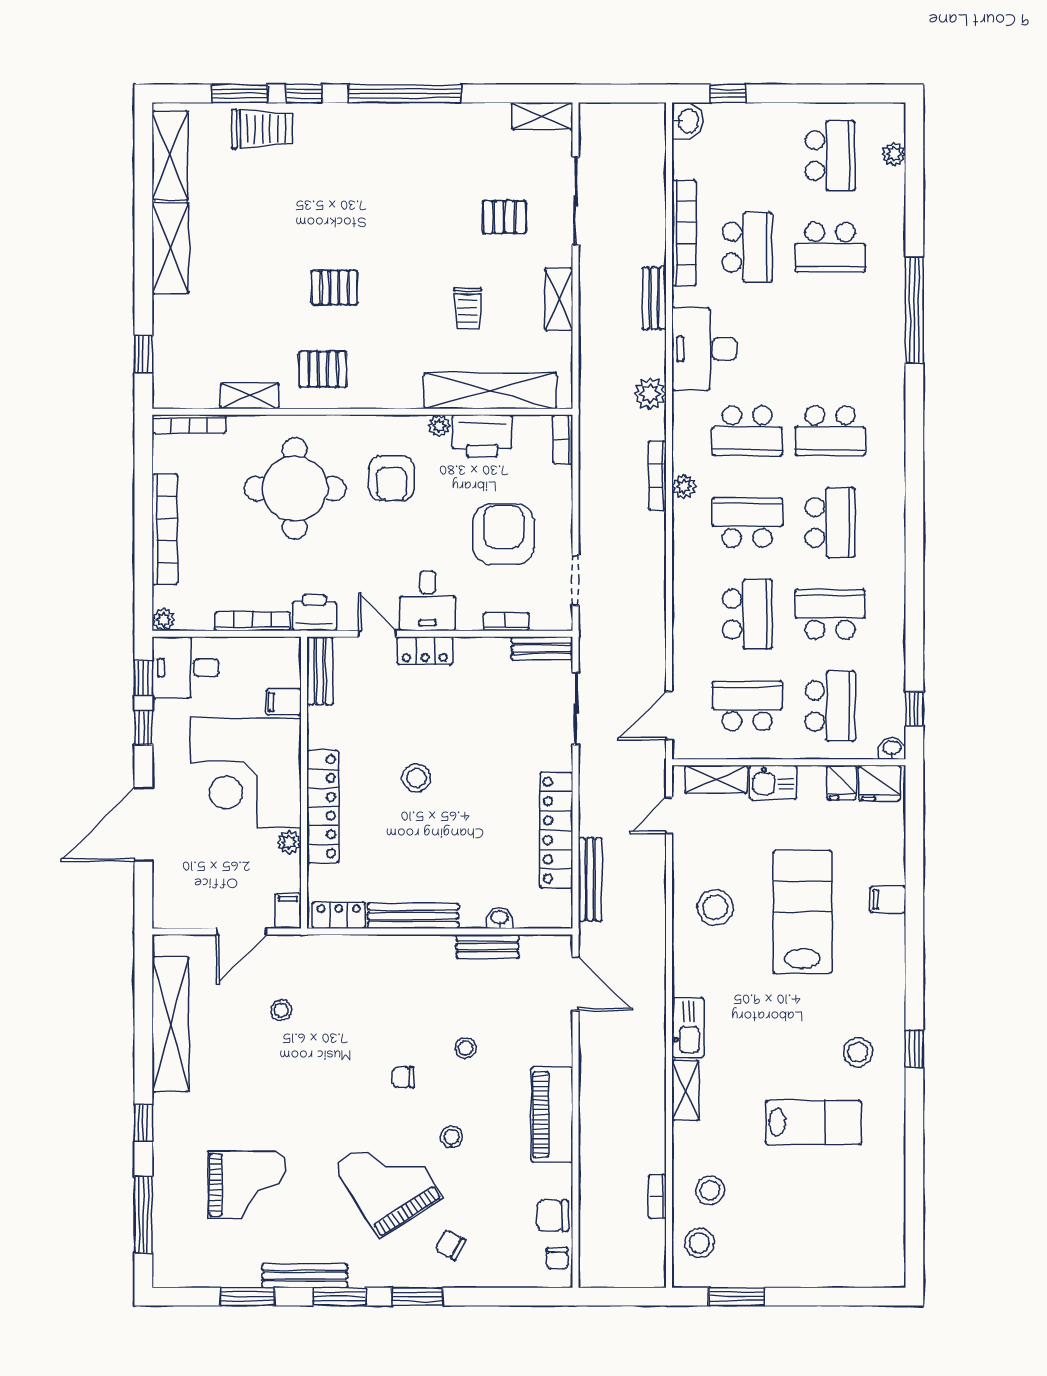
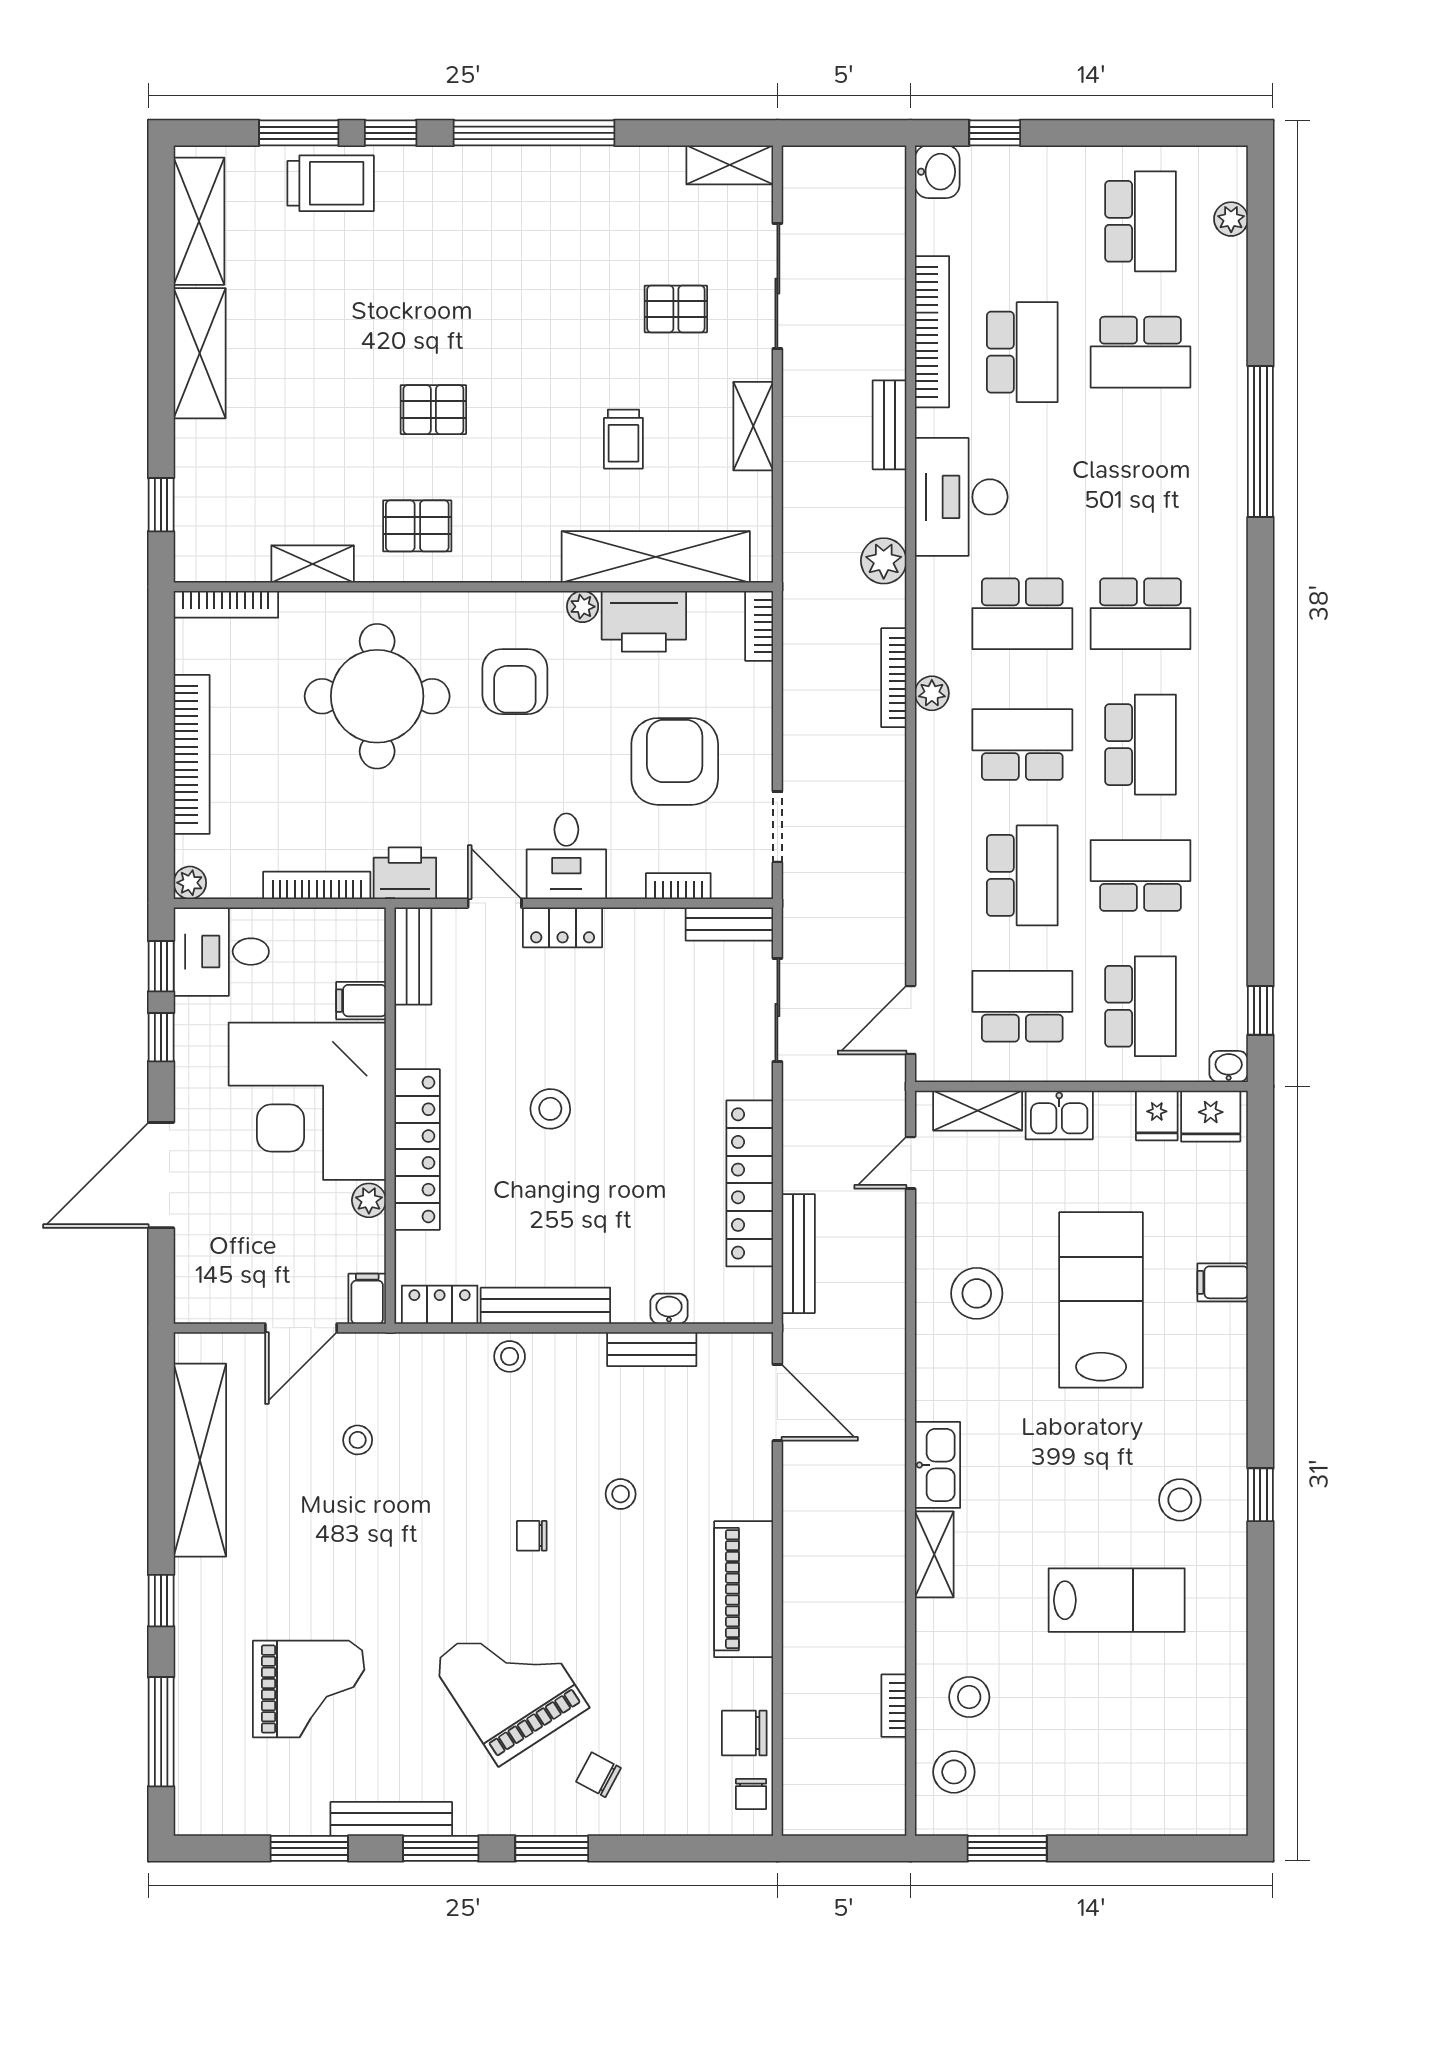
stool: (452, 1137) -> (510, 1356), moved

